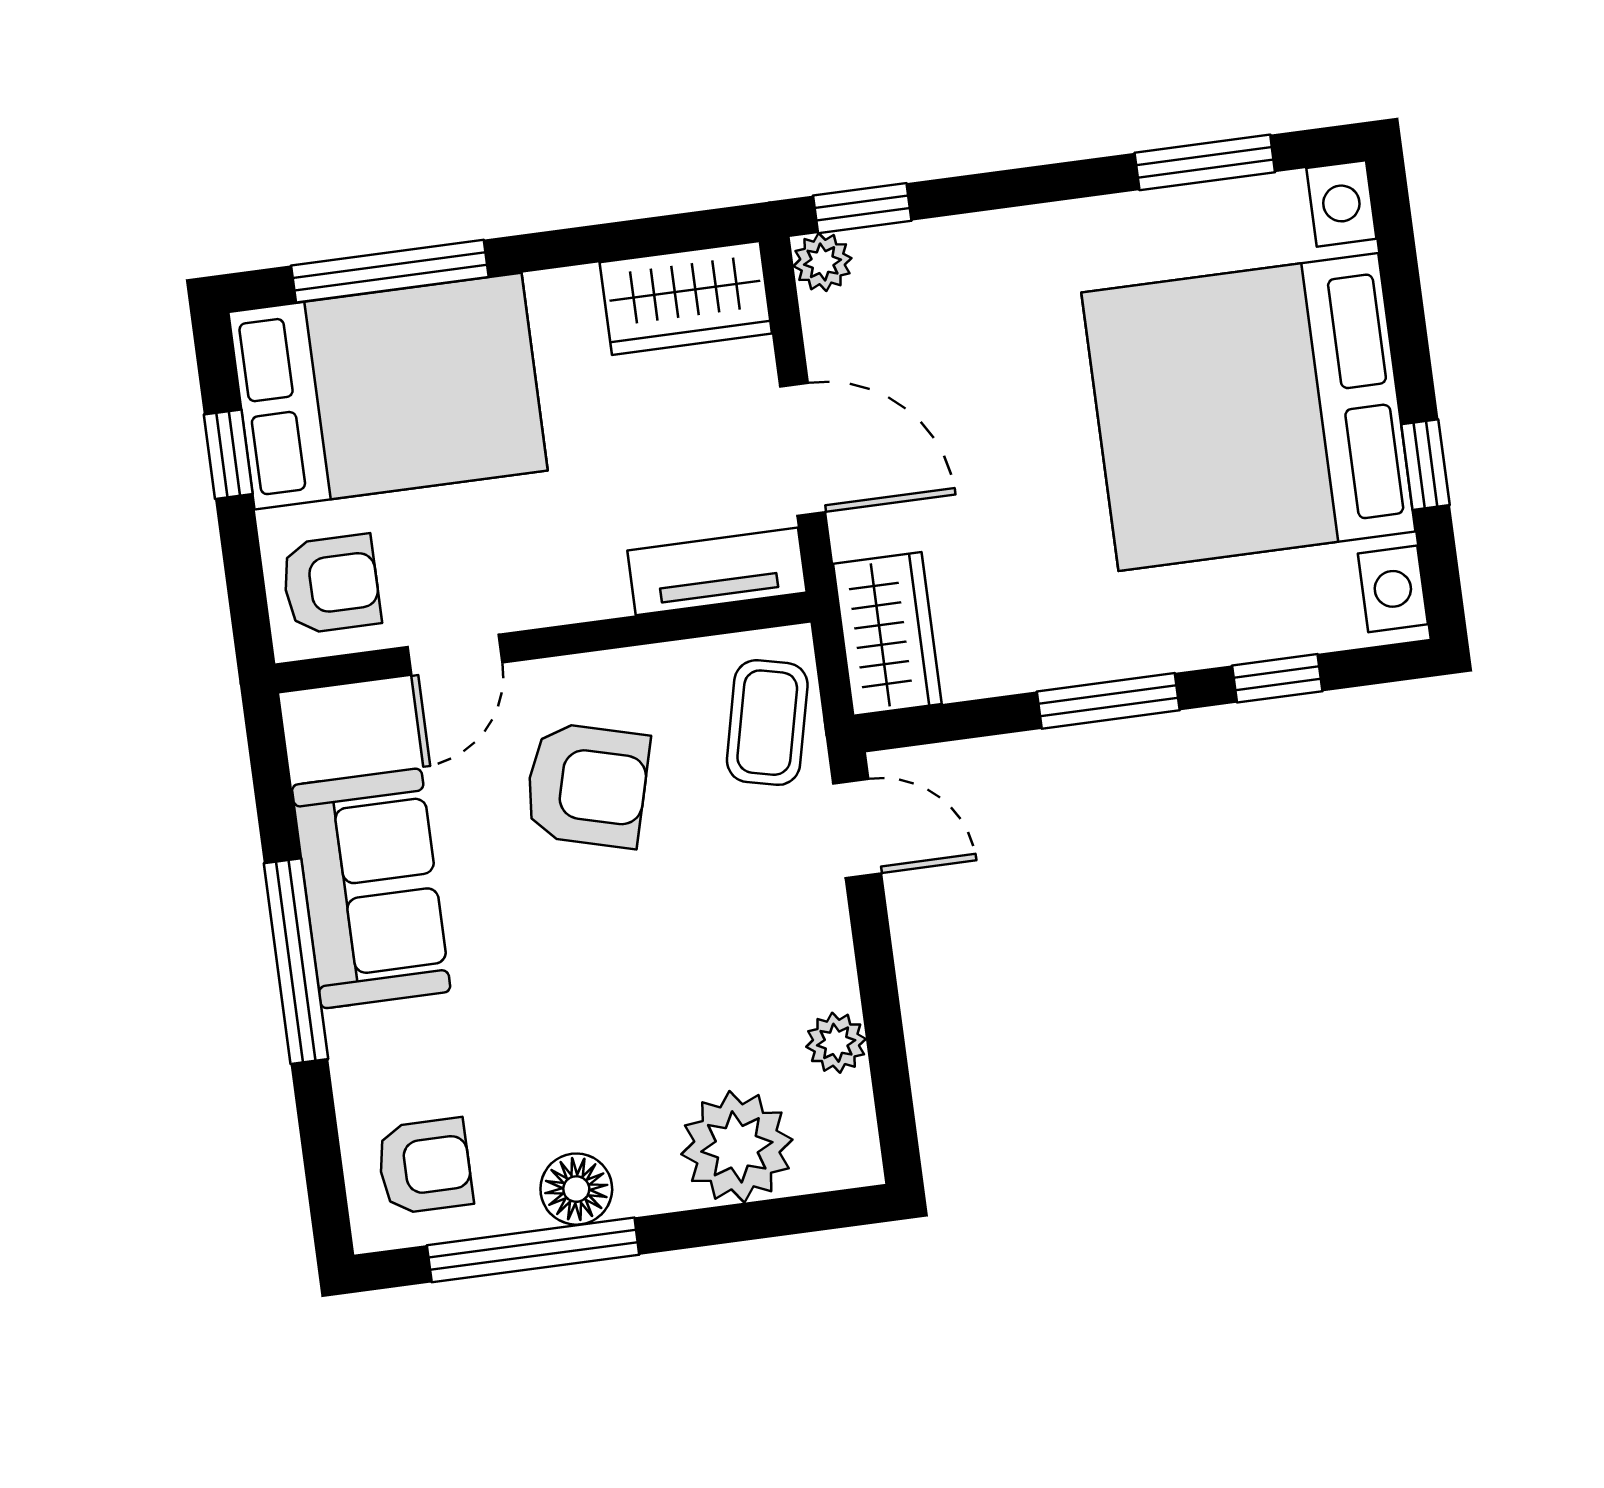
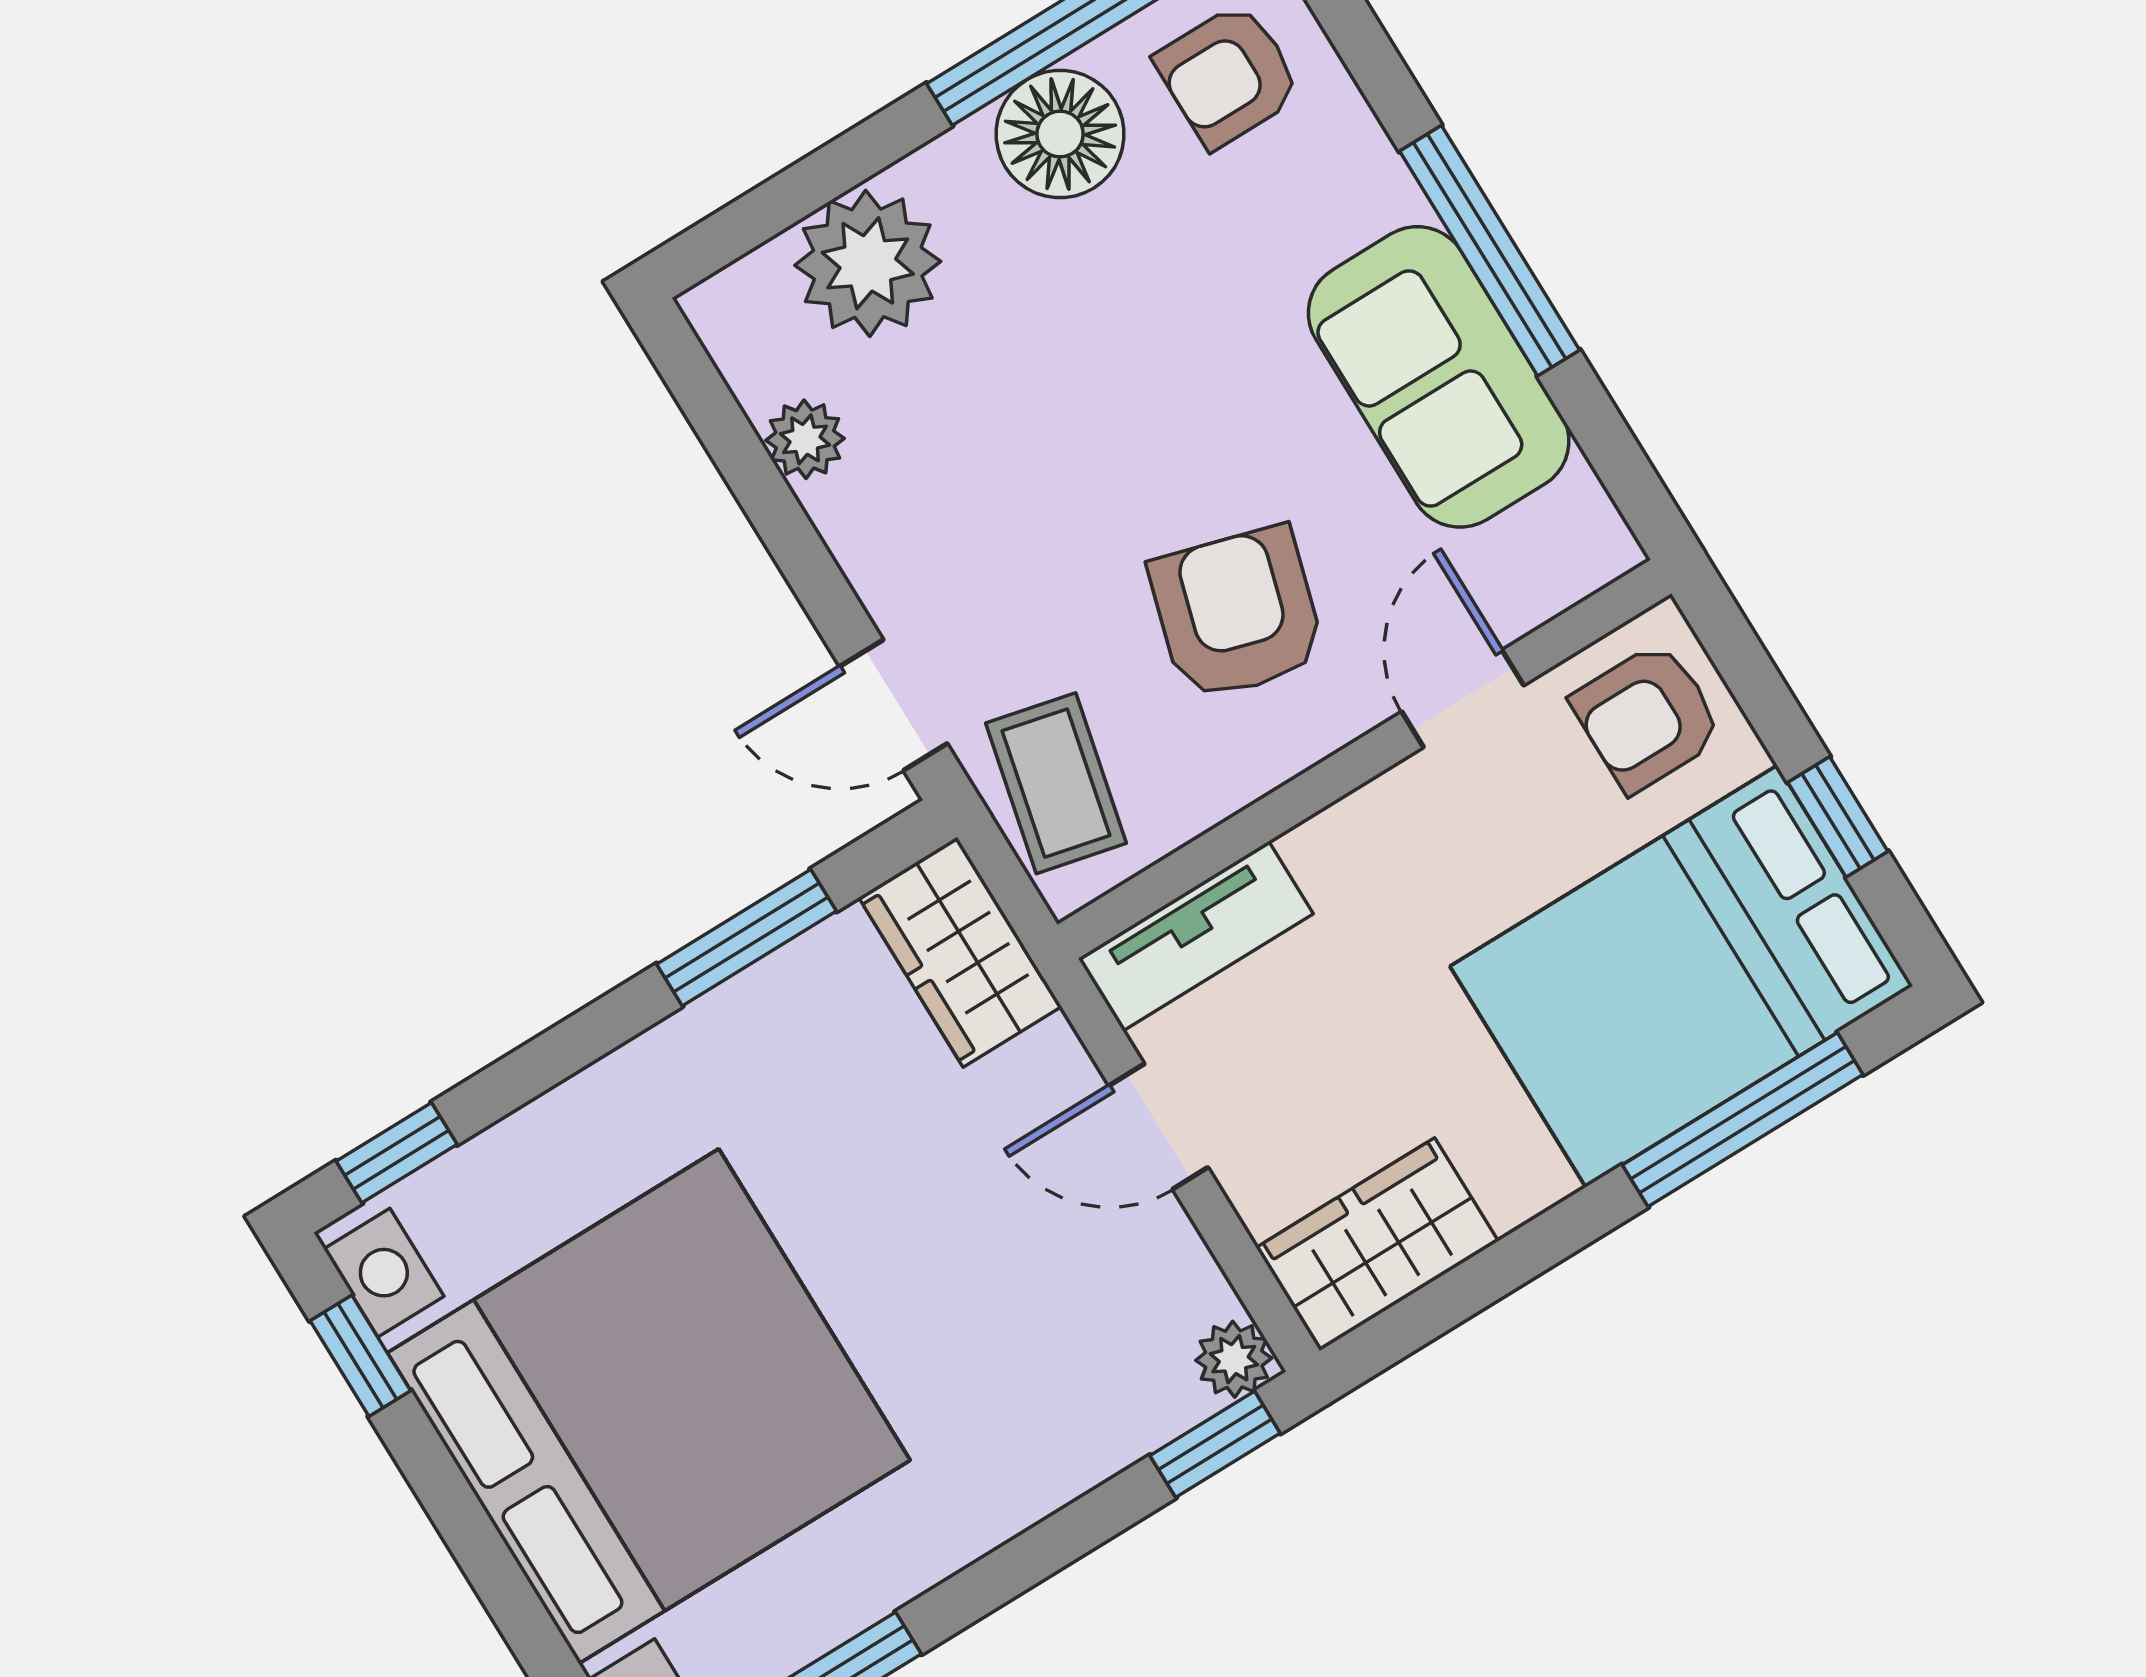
door: (803, 449) -> (1158, 1126), width x0.73
window: (1425, 465) -> (360, 1356), moved
window: (1277, 678) -> (397, 1153), moved
window: (1108, 701) -> (746, 938), moved
armchair: (587, 785) -> (1237, 613), turned 91
floor lamp: (576, 1189) -> (1060, 134), width x1.38, depth x1.38

